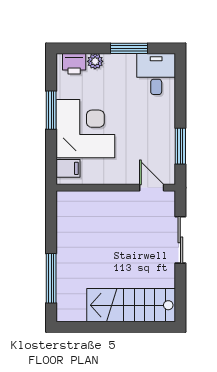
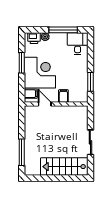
window: (129, 48) -> (63, 30), width x1.44
filing cabinet: (130, 173) -> (63, 96), added
door: (152, 188) -> (45, 104), moved
sliding door: (180, 240) -> (90, 142), moved

